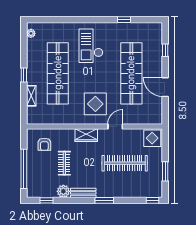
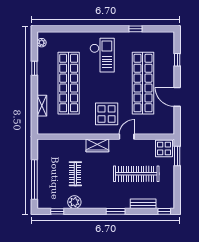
checkout: (91, 46) -> (102, 55), turned 180
window: (24, 75) -> (34, 68), moved
armchair: (44, 144) -> (55, 155), removed
window: (165, 171) -> (177, 156), moved
bench: (83, 193) -> (143, 204), moved

